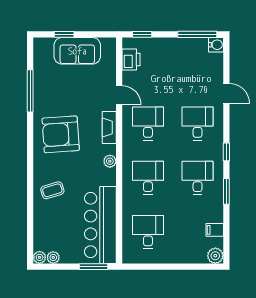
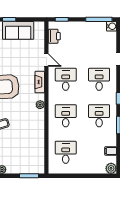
bar counter: (100, 225) -> (34, 148), removed

